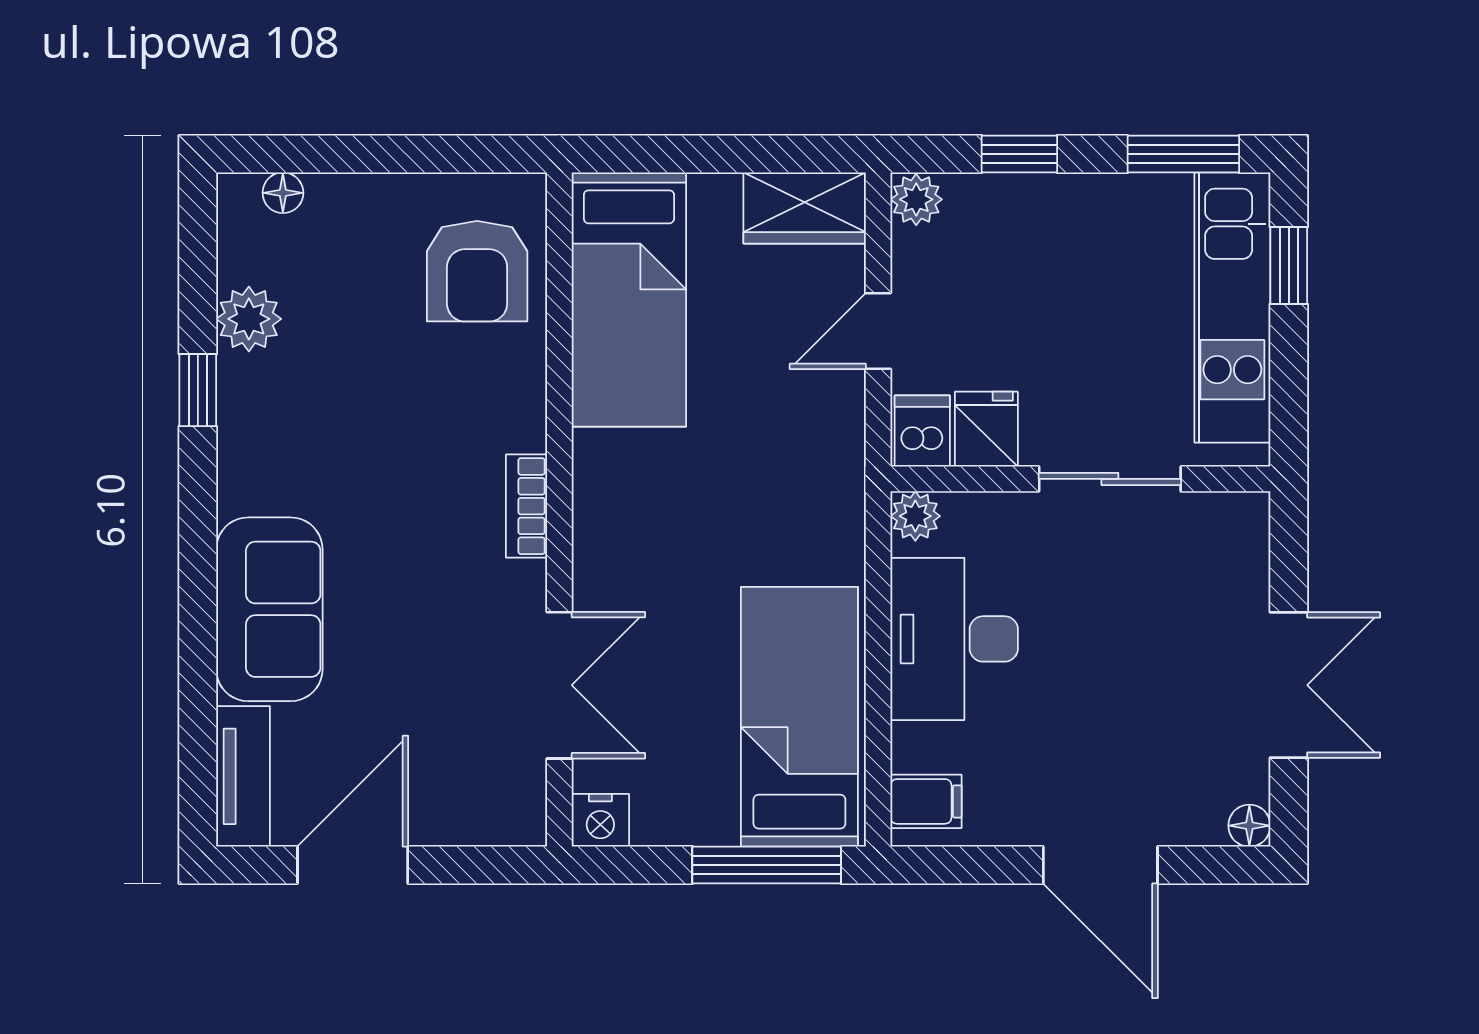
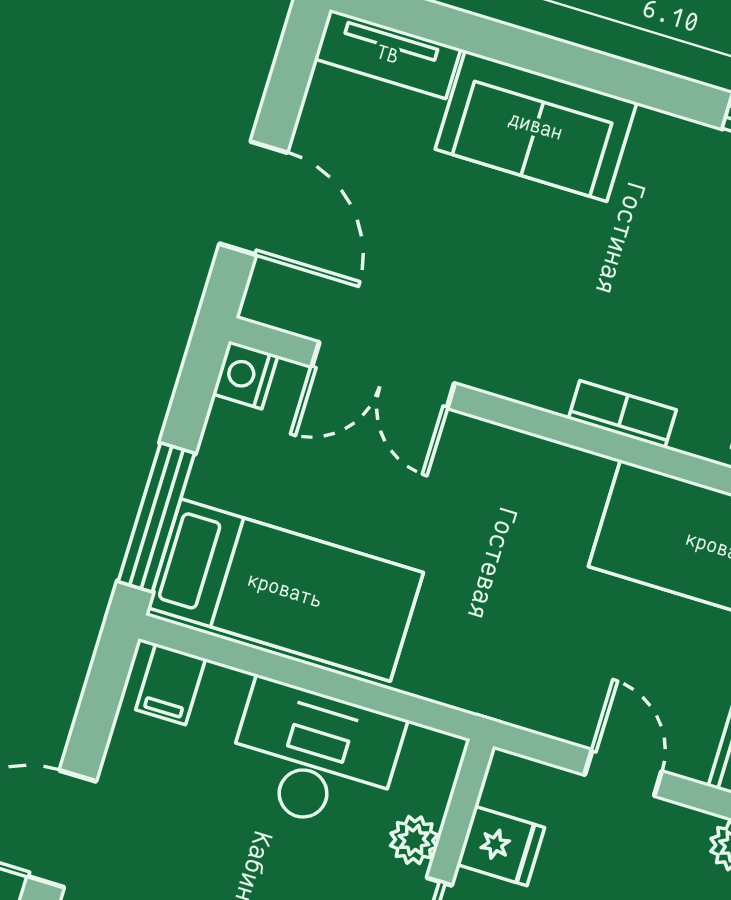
dishwasher: (922, 431) -> (517, 786), removed
bookcase: (527, 506) -> (622, 414), moved
plant: (915, 516) -> (414, 840), moved
door: (353, 865) -> (253, 198), moved

